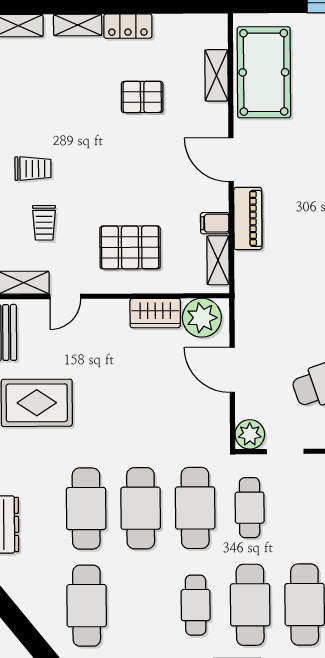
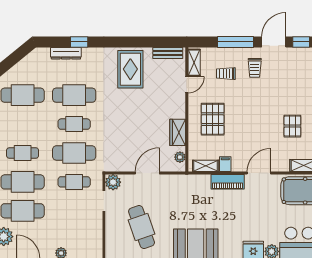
door: (65, 296) -> (187, 85), swing flipped
plant: (202, 318) -> (180, 157), width x0.53, depth x0.53
cafe table: (141, 508) -> (74, 124), width x0.73, depth x0.74

